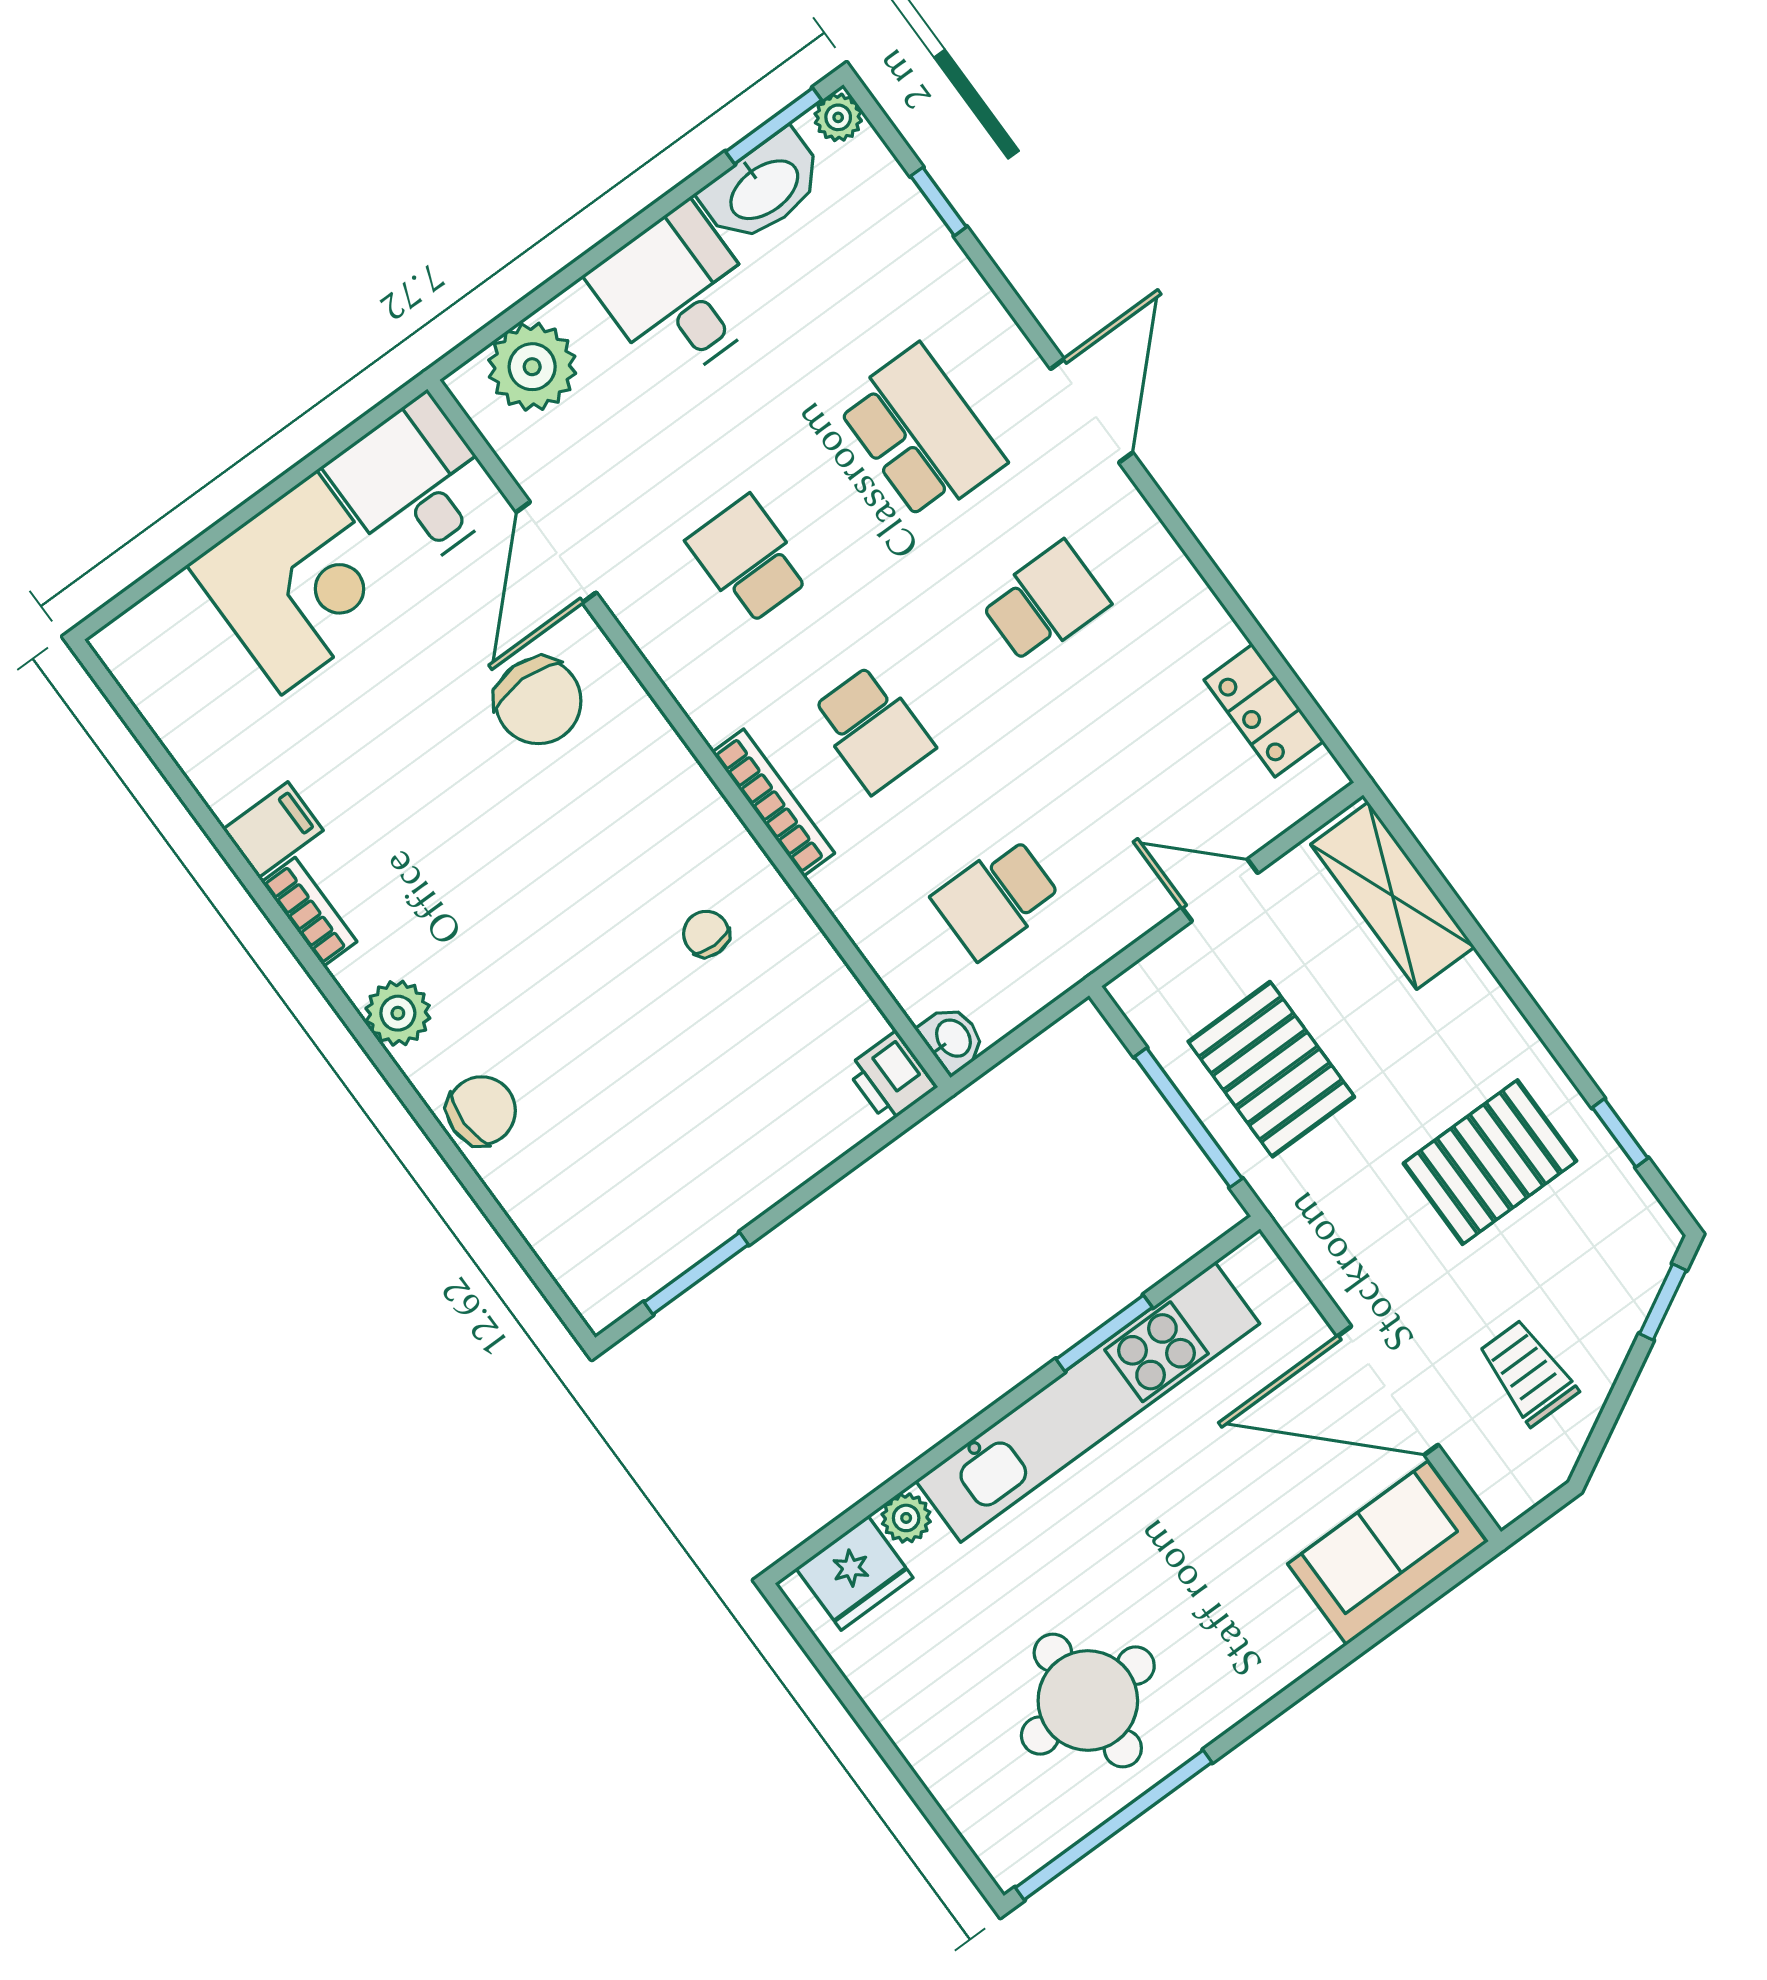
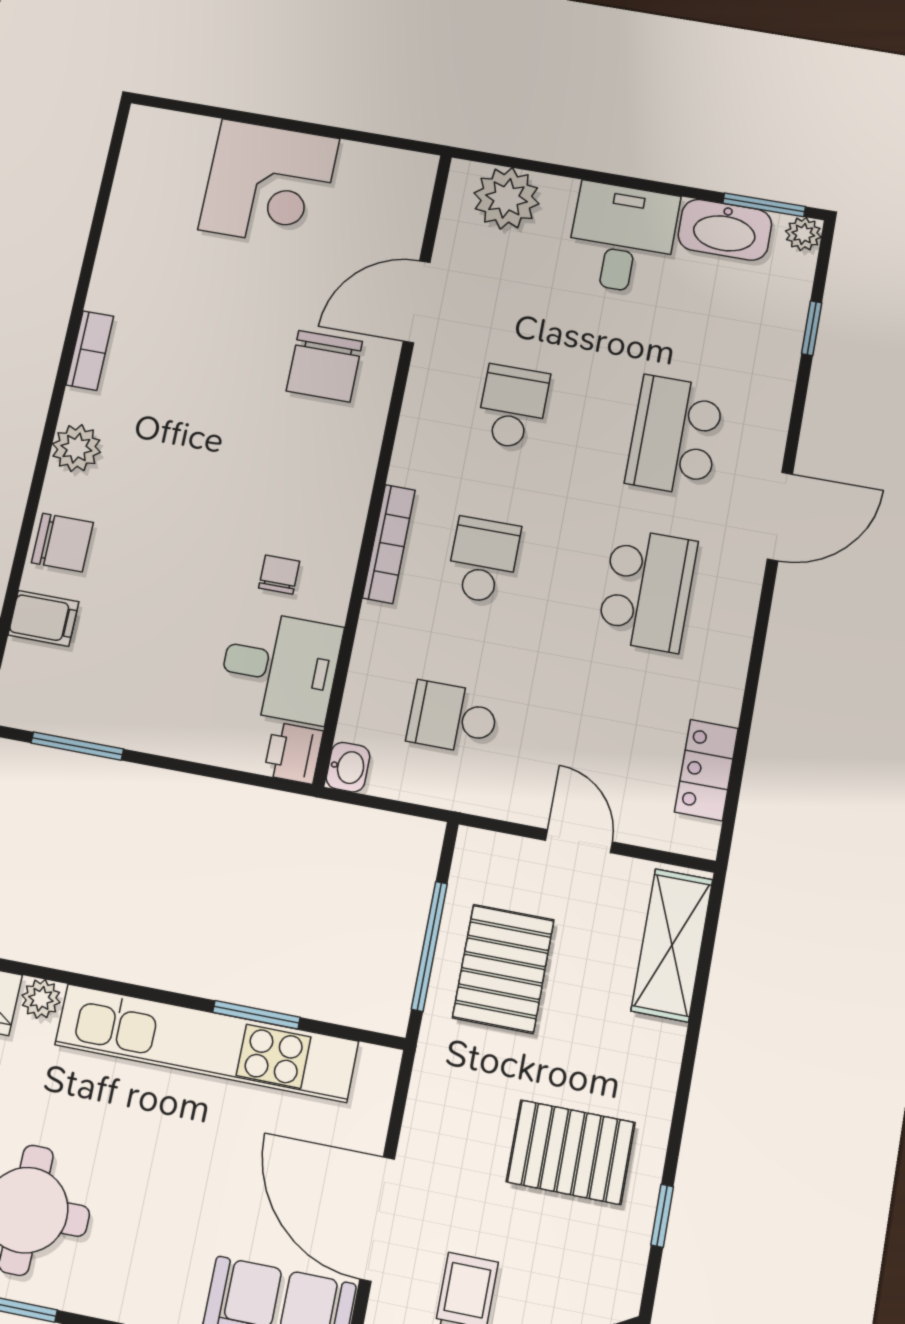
school desk: (921, 433) -> (675, 436), turned 180
desk: (416, 485) -> (280, 667), moved, turned 90
school desk: (1045, 603) -> (647, 590), width x1.85
school desk: (873, 729) -> (483, 560), turned 180
filing cabinet: (273, 830) -> (43, 618), moved

